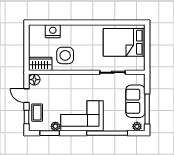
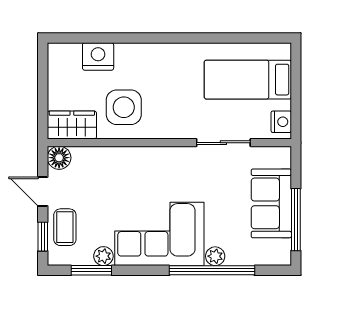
bed: (124, 42) -> (248, 80), width x0.67
nightstand: (140, 62) -> (281, 122), added
plant: (137, 126) -> (215, 256), moved

